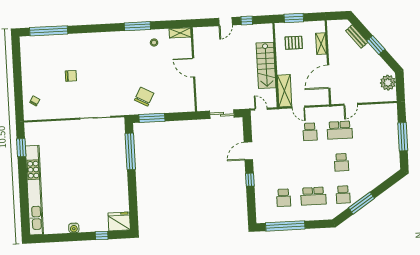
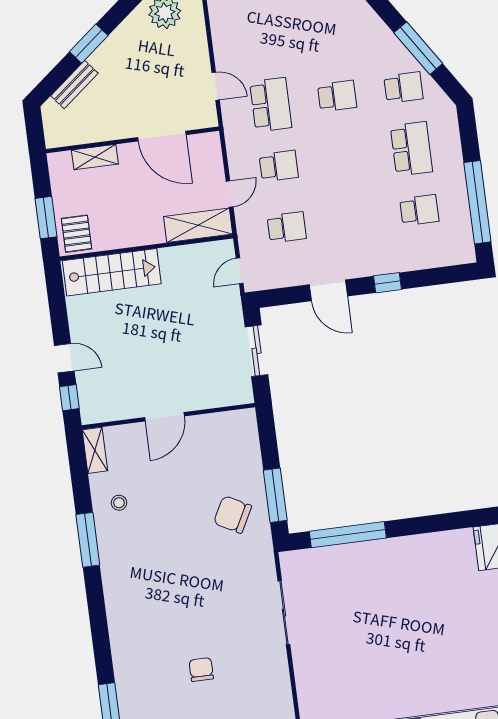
window: (247, 20) -> (69, 398), moved
pallet: (294, 43) -> (77, 234), moved
stairs: (266, 65) -> (112, 272), moved
school desk: (280, 133) -> (287, 227), added

